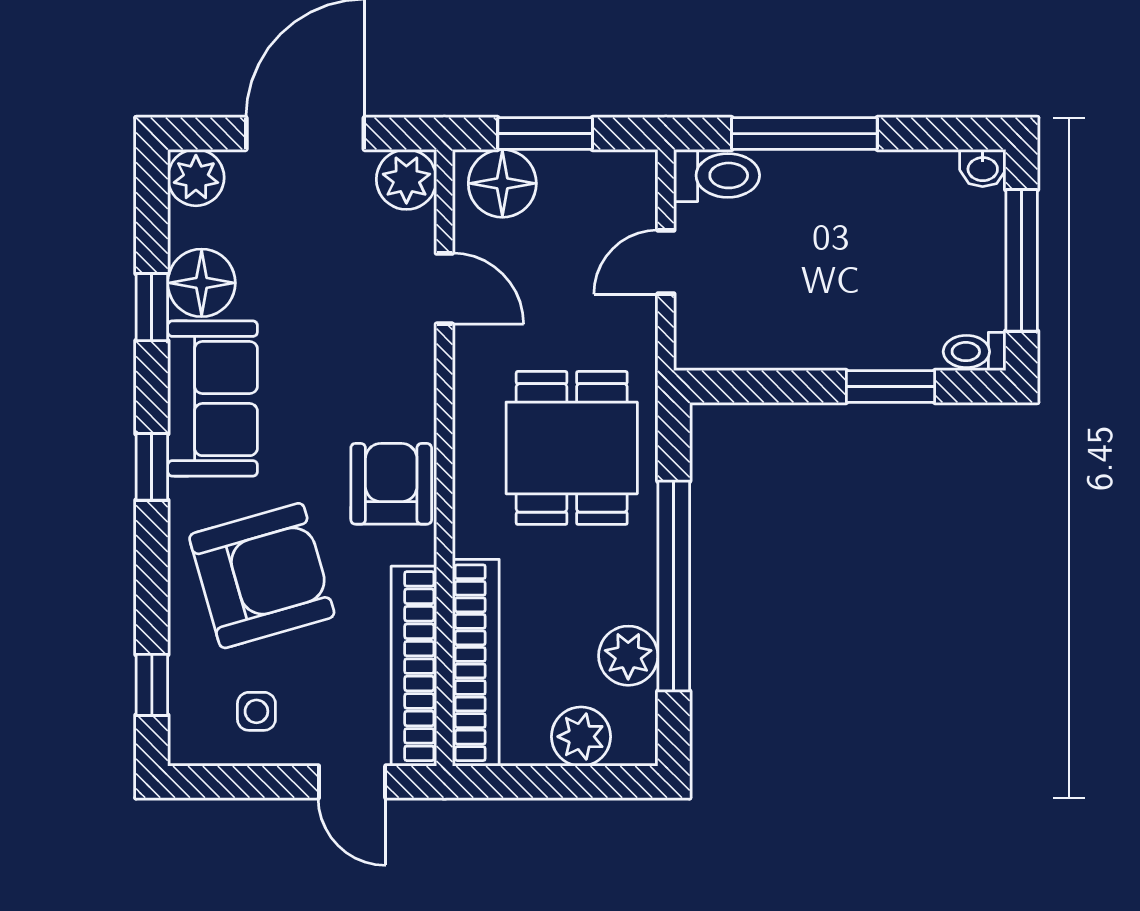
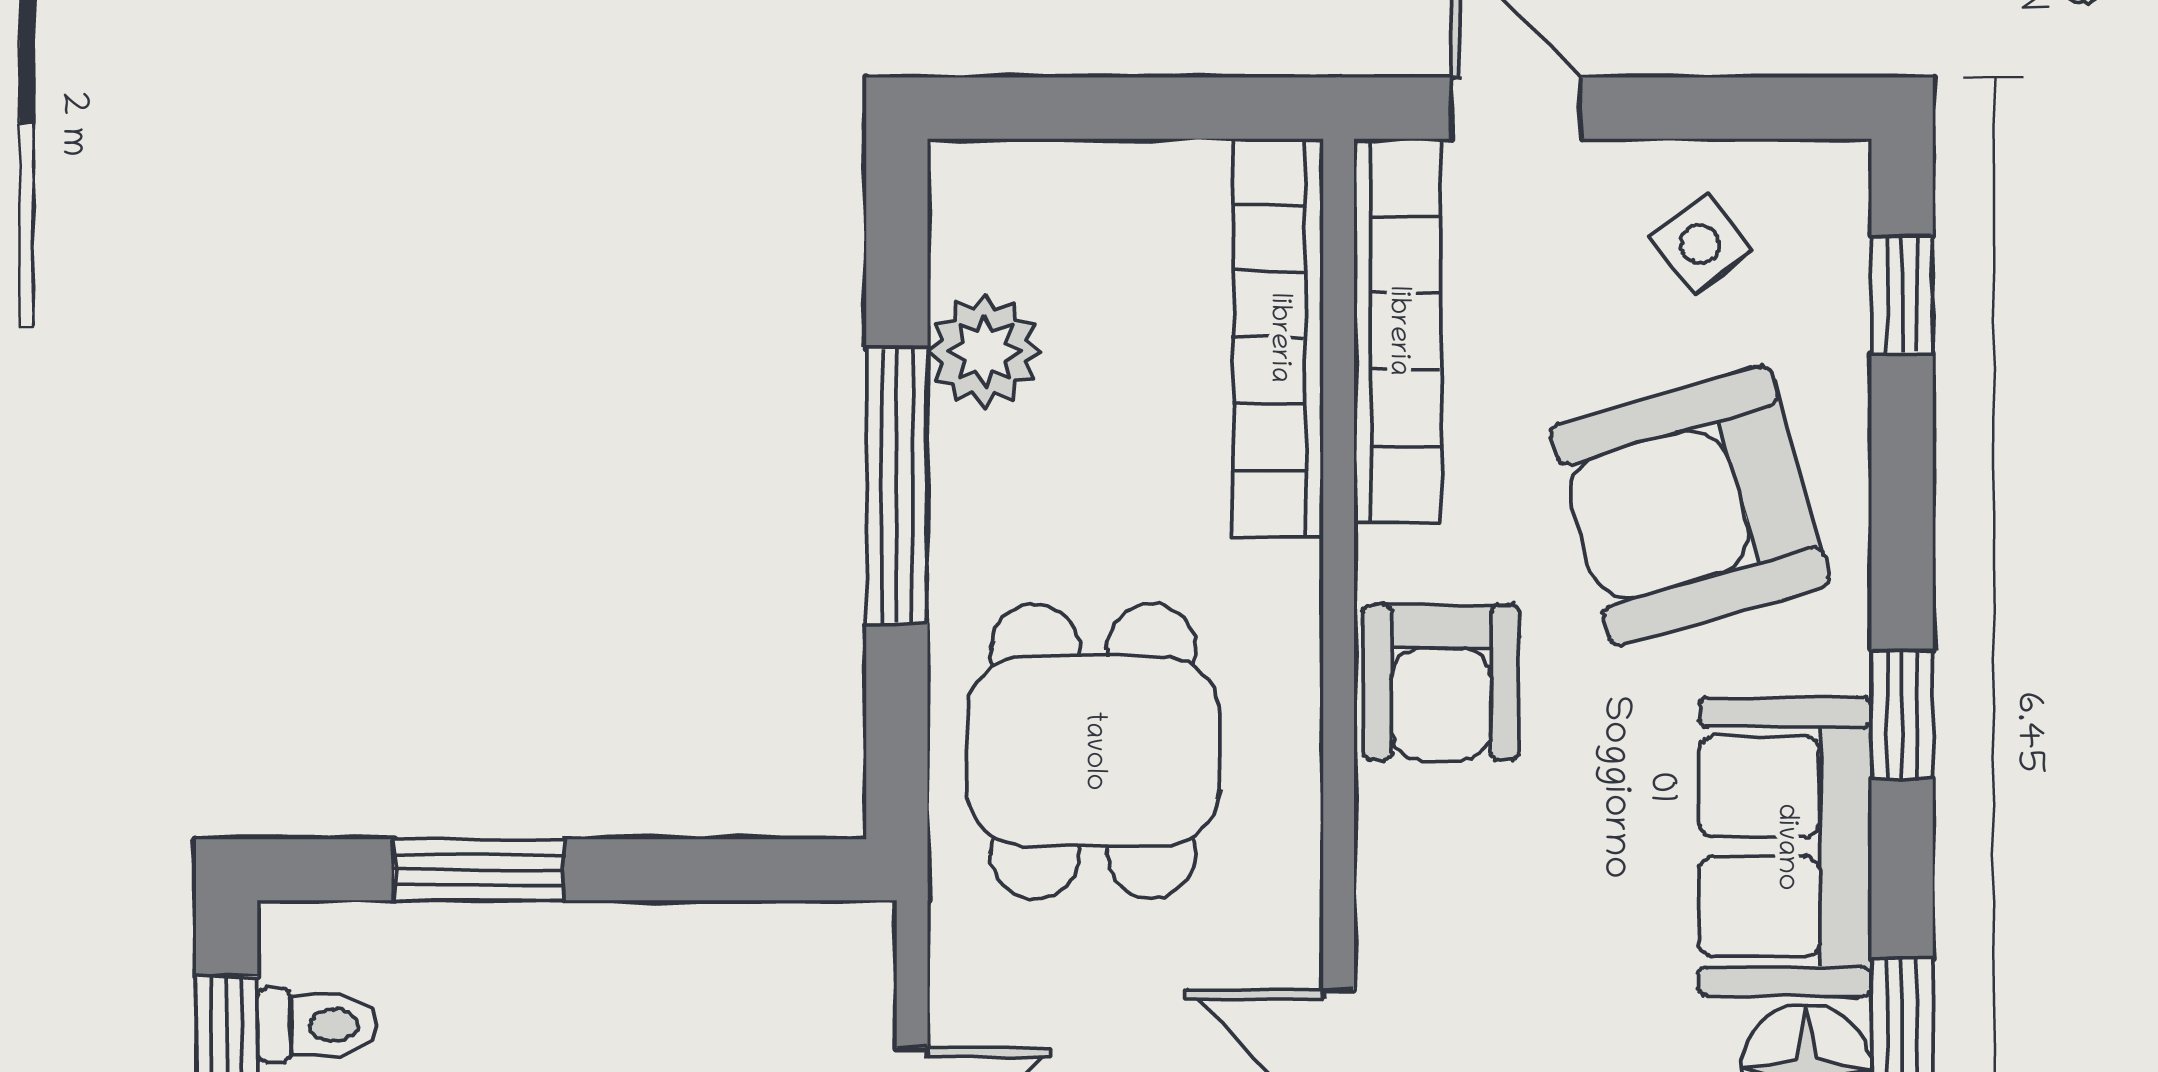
toilet: (975, 352) -> (317, 1025), moved
window: (674, 586) -> (897, 485), width x0.68
side table: (256, 711) -> (1701, 244), turned -38
plant: (581, 737) -> (1075, 196), removed

